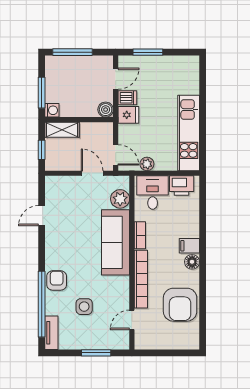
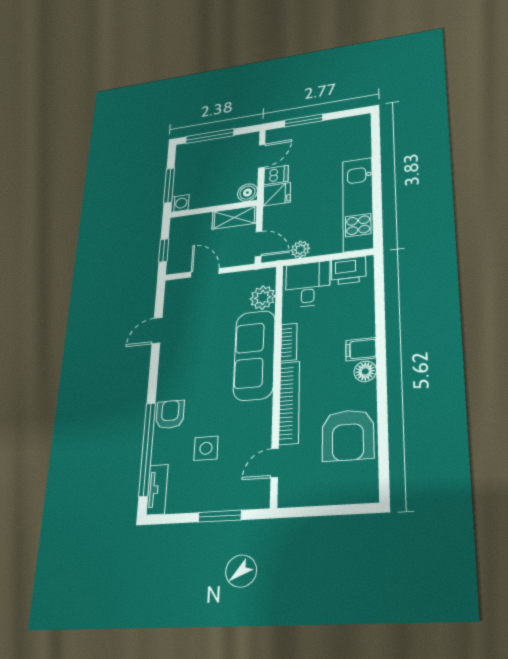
shelving: (62, 130) -> (234, 217), moved
door: (92, 173) -> (205, 273), moved

